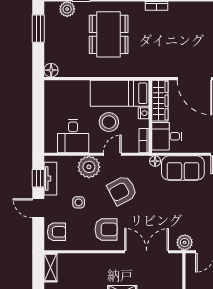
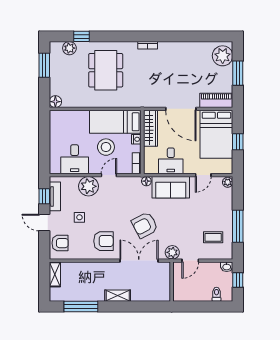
desk: (167, 136) -> (171, 161), moved, turned -90
armchair: (122, 190) -> (145, 225), moved

